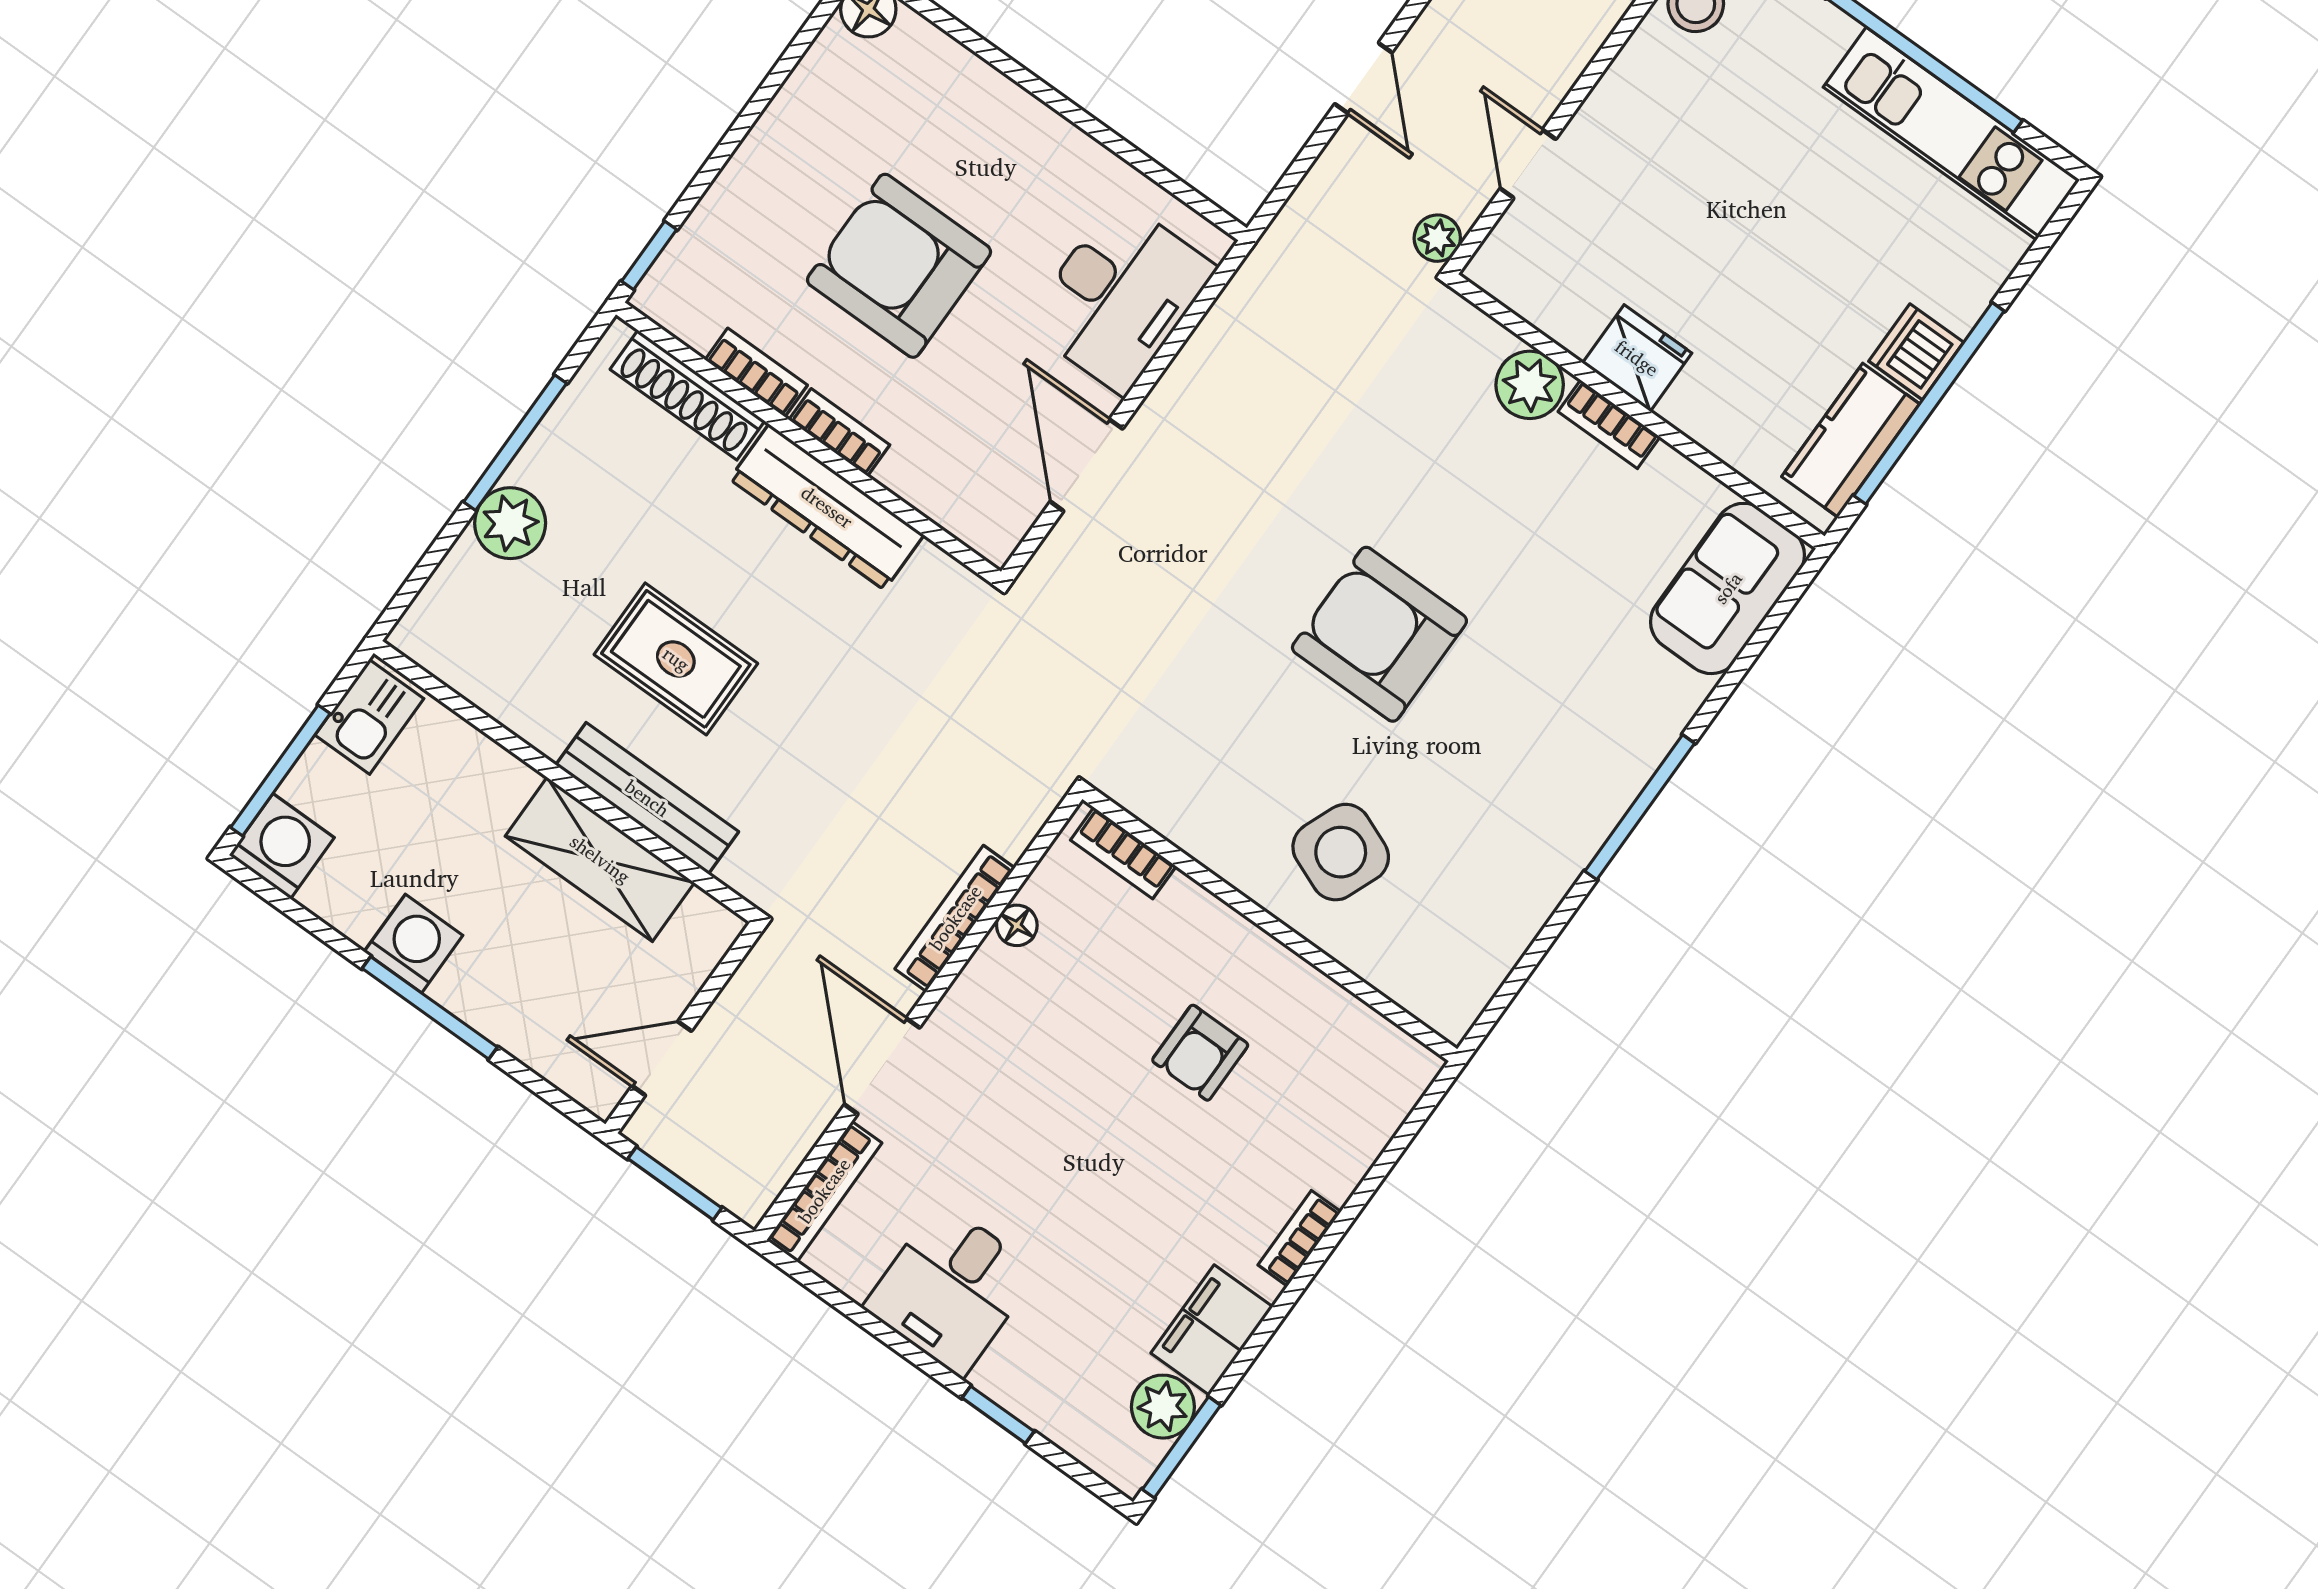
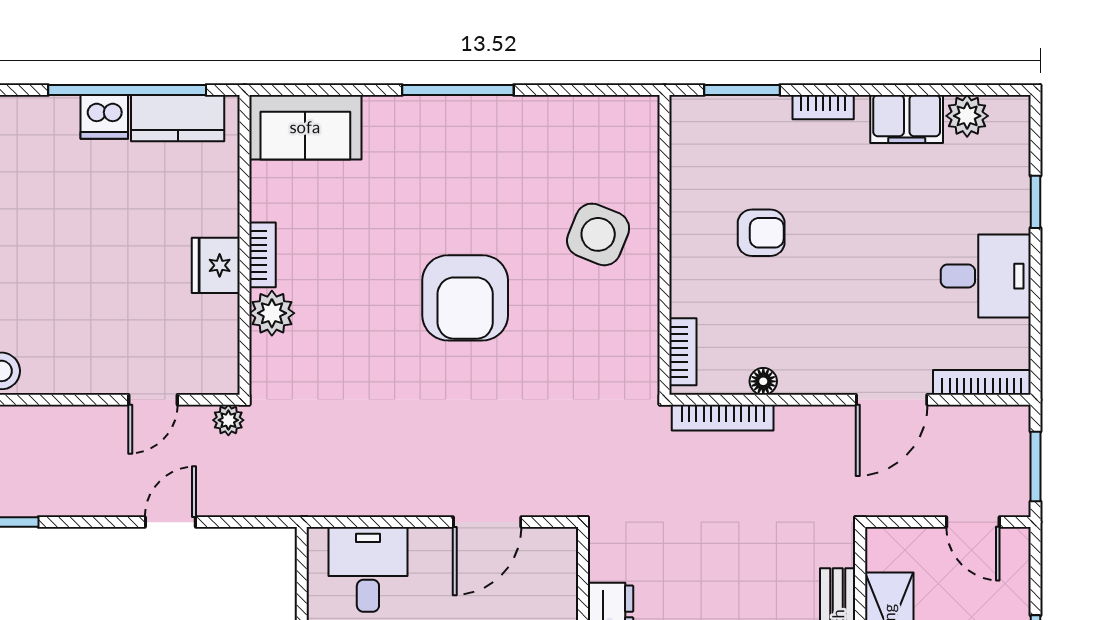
desk: (1120, 296) -> (368, 569), width x0.73
bookcase: (955, 918) -> (723, 418), moved
window: (1182, 1447) -> (742, 90), moved

